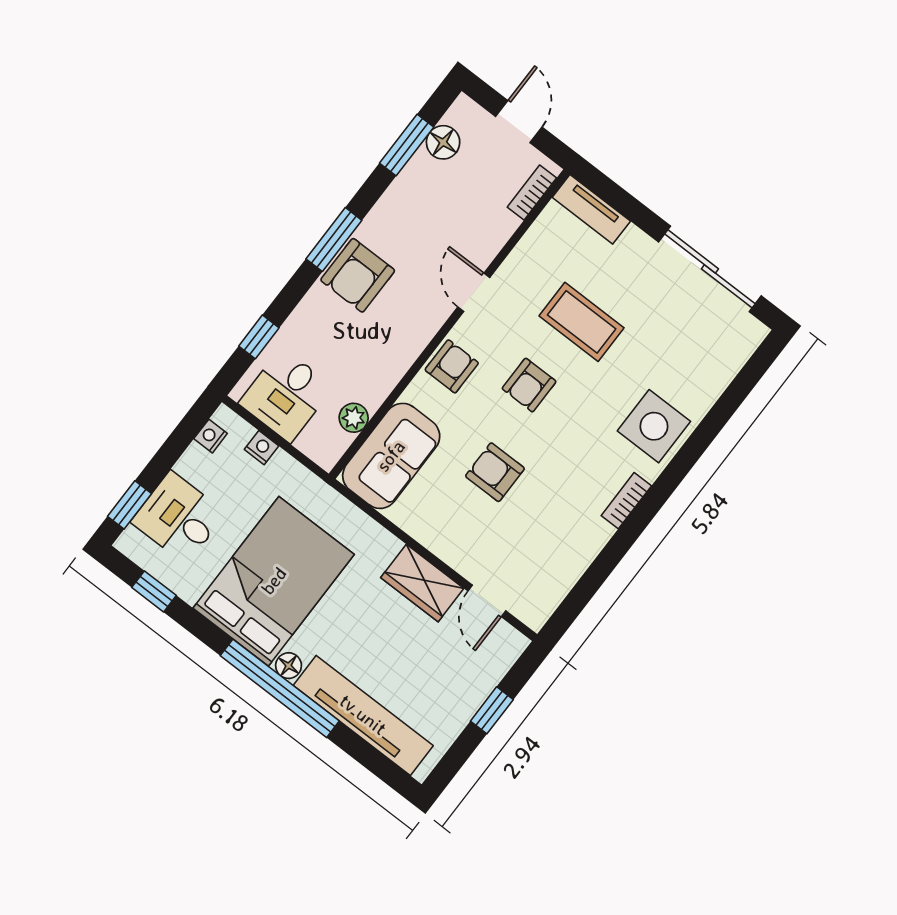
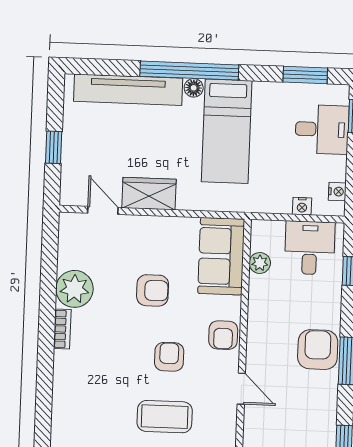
side table: (654, 426) -> (77, 385), removed
plant: (581, 536) -> (74, 289), added
bed: (274, 581) -> (227, 131), width x0.67
window: (154, 591) -> (305, 75), width x1.50

